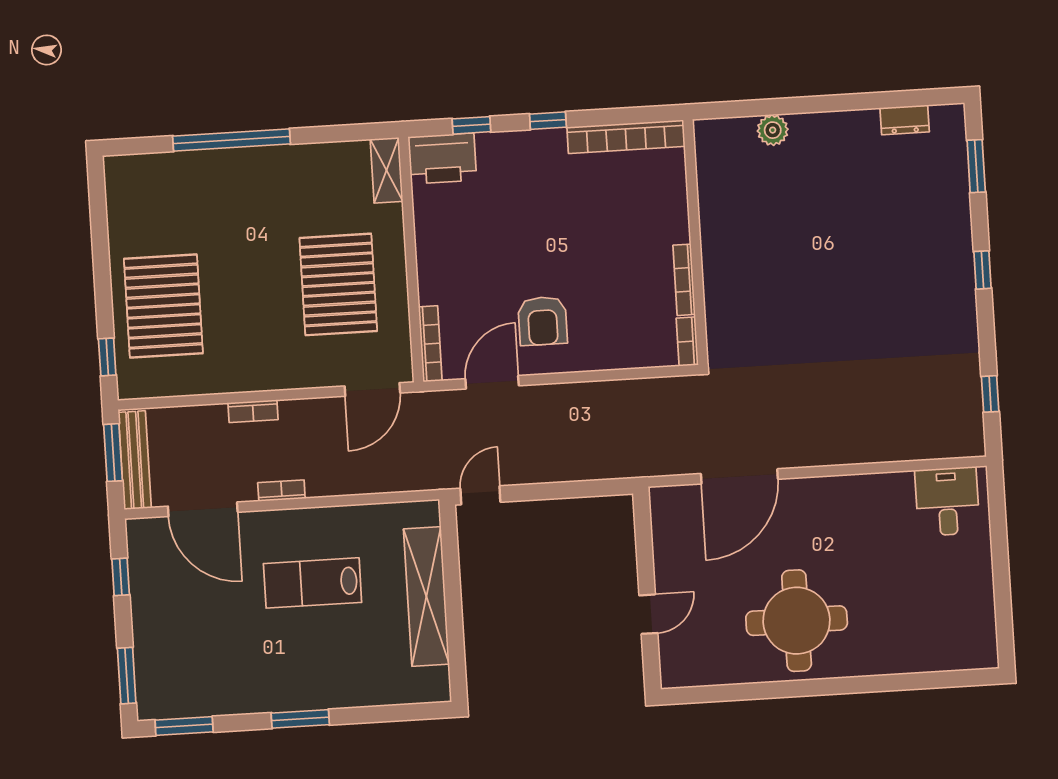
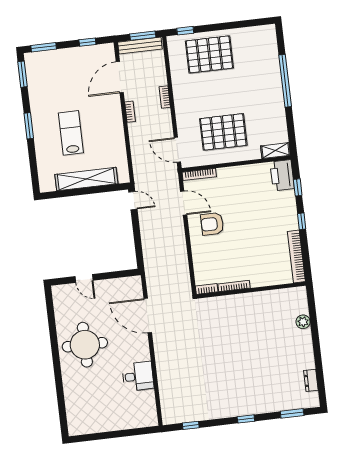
desk: (947, 502) -> (138, 376), moved
lab bench: (313, 583) -> (71, 133), moved

